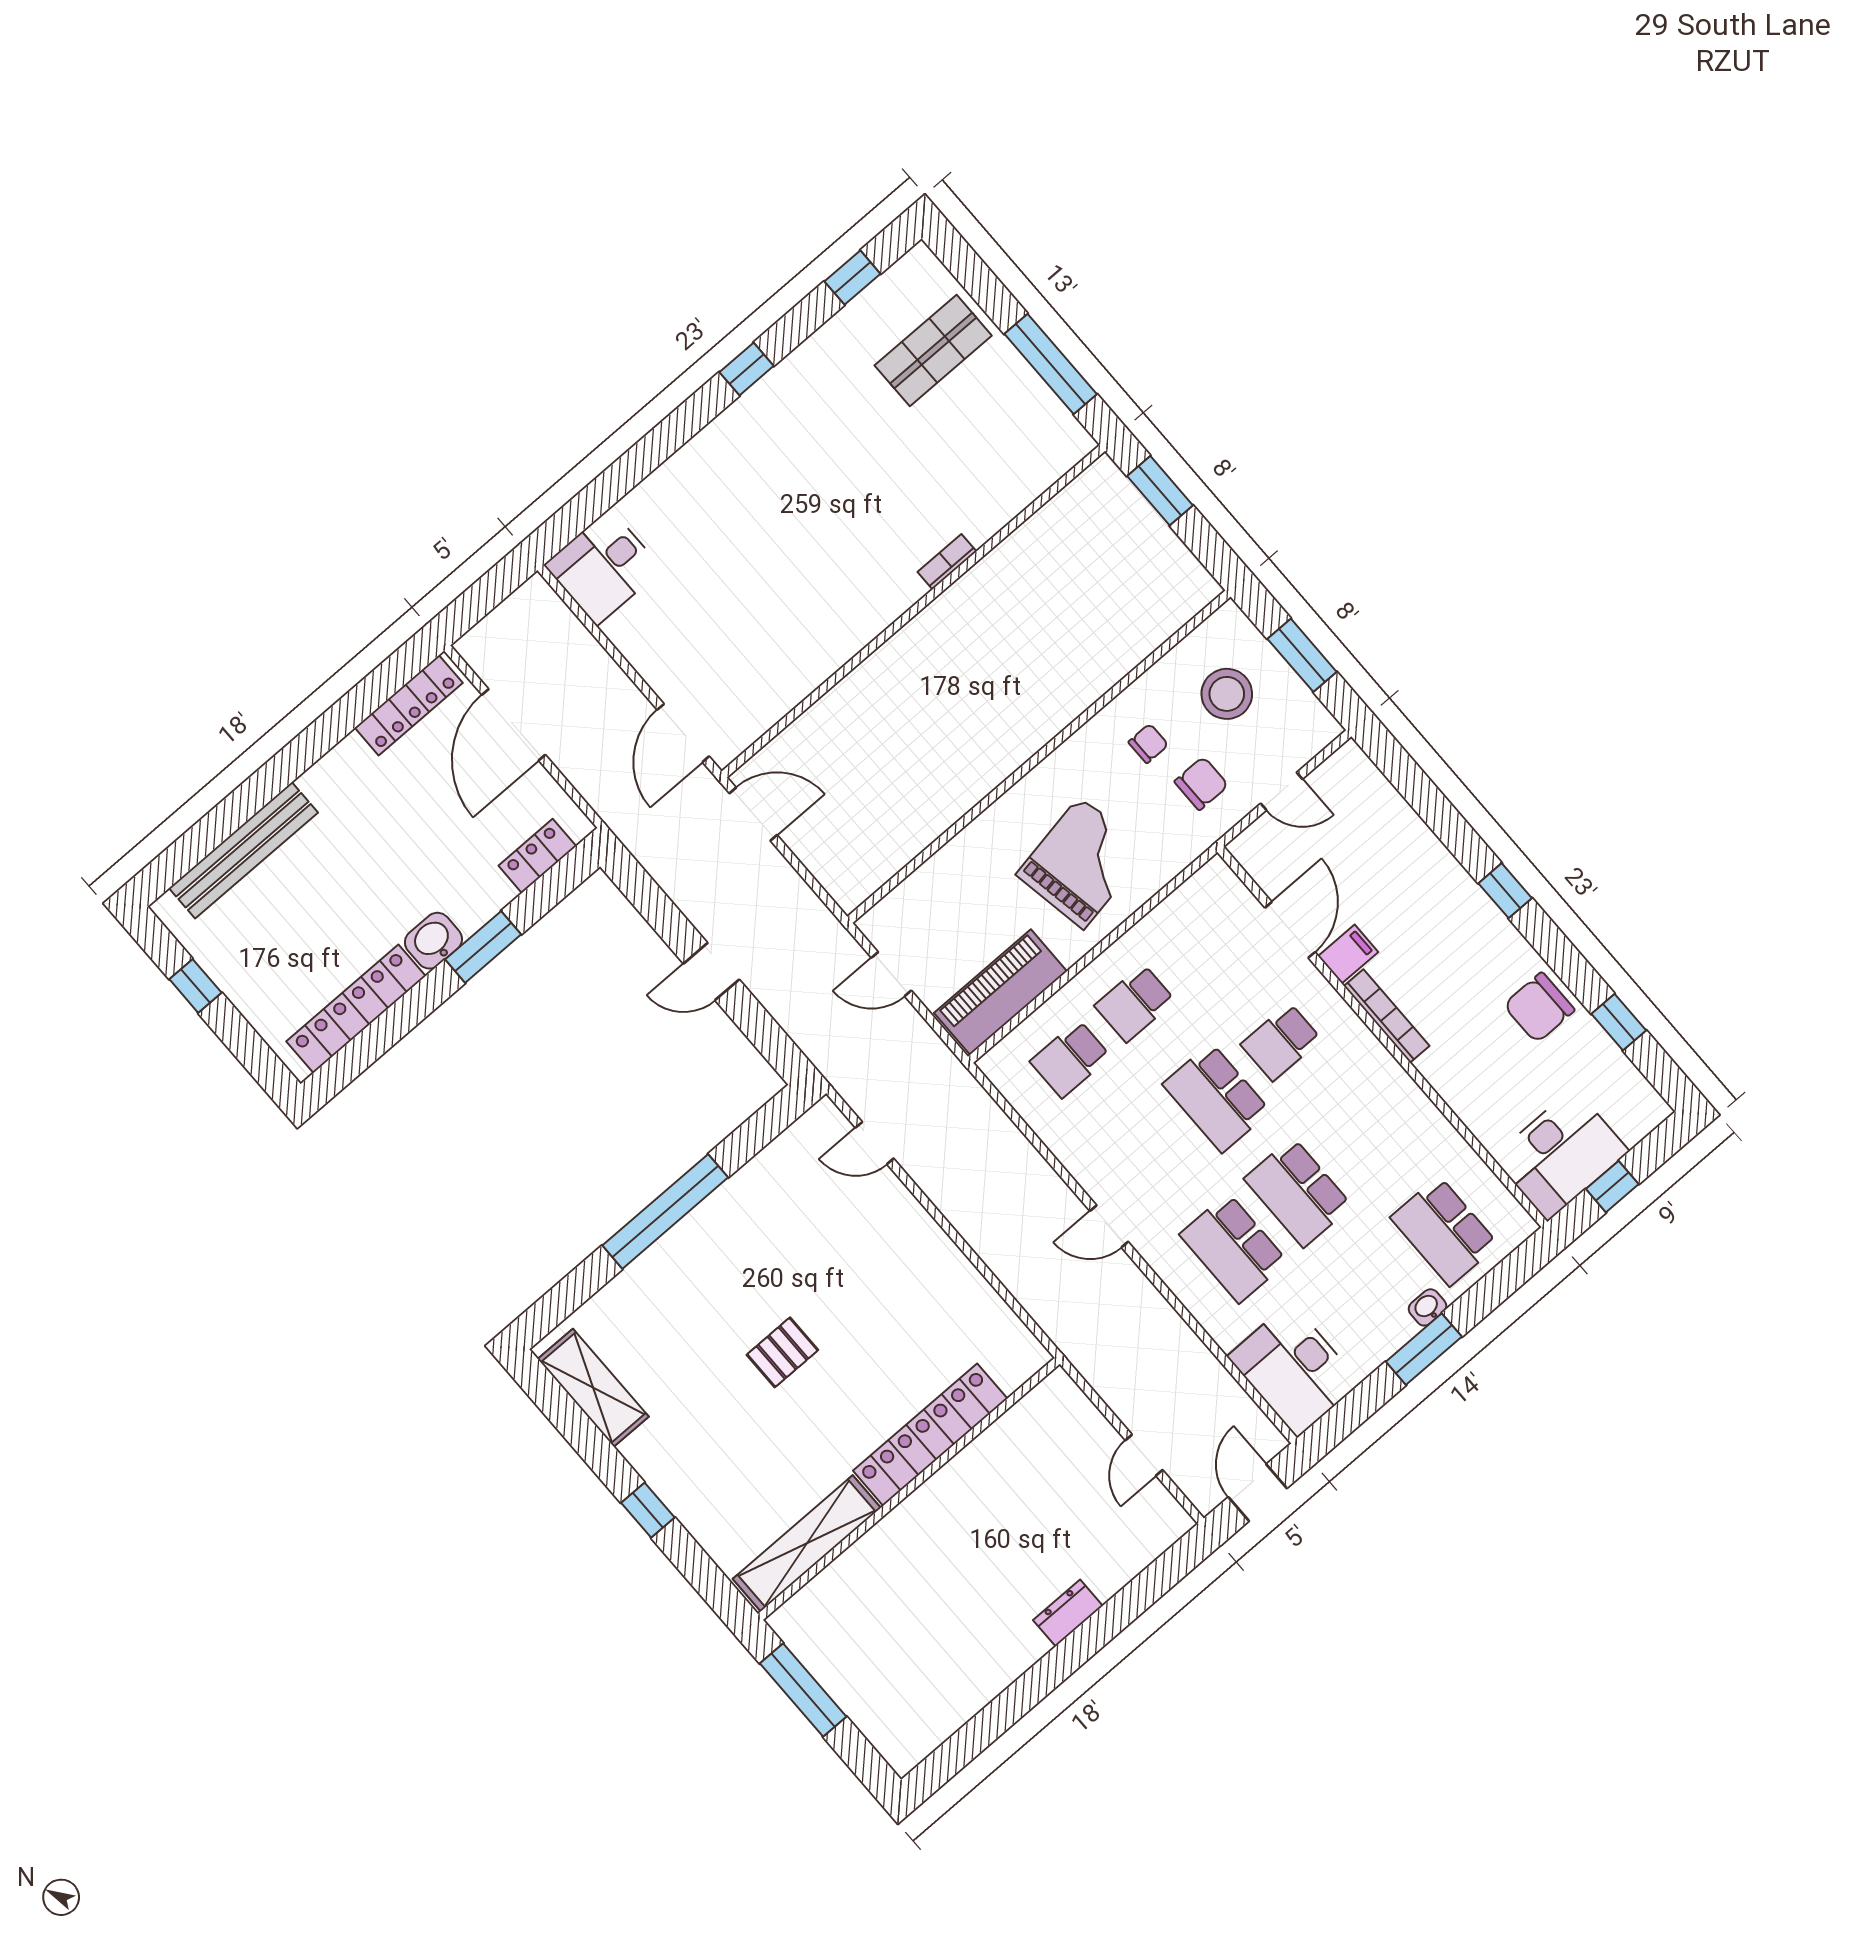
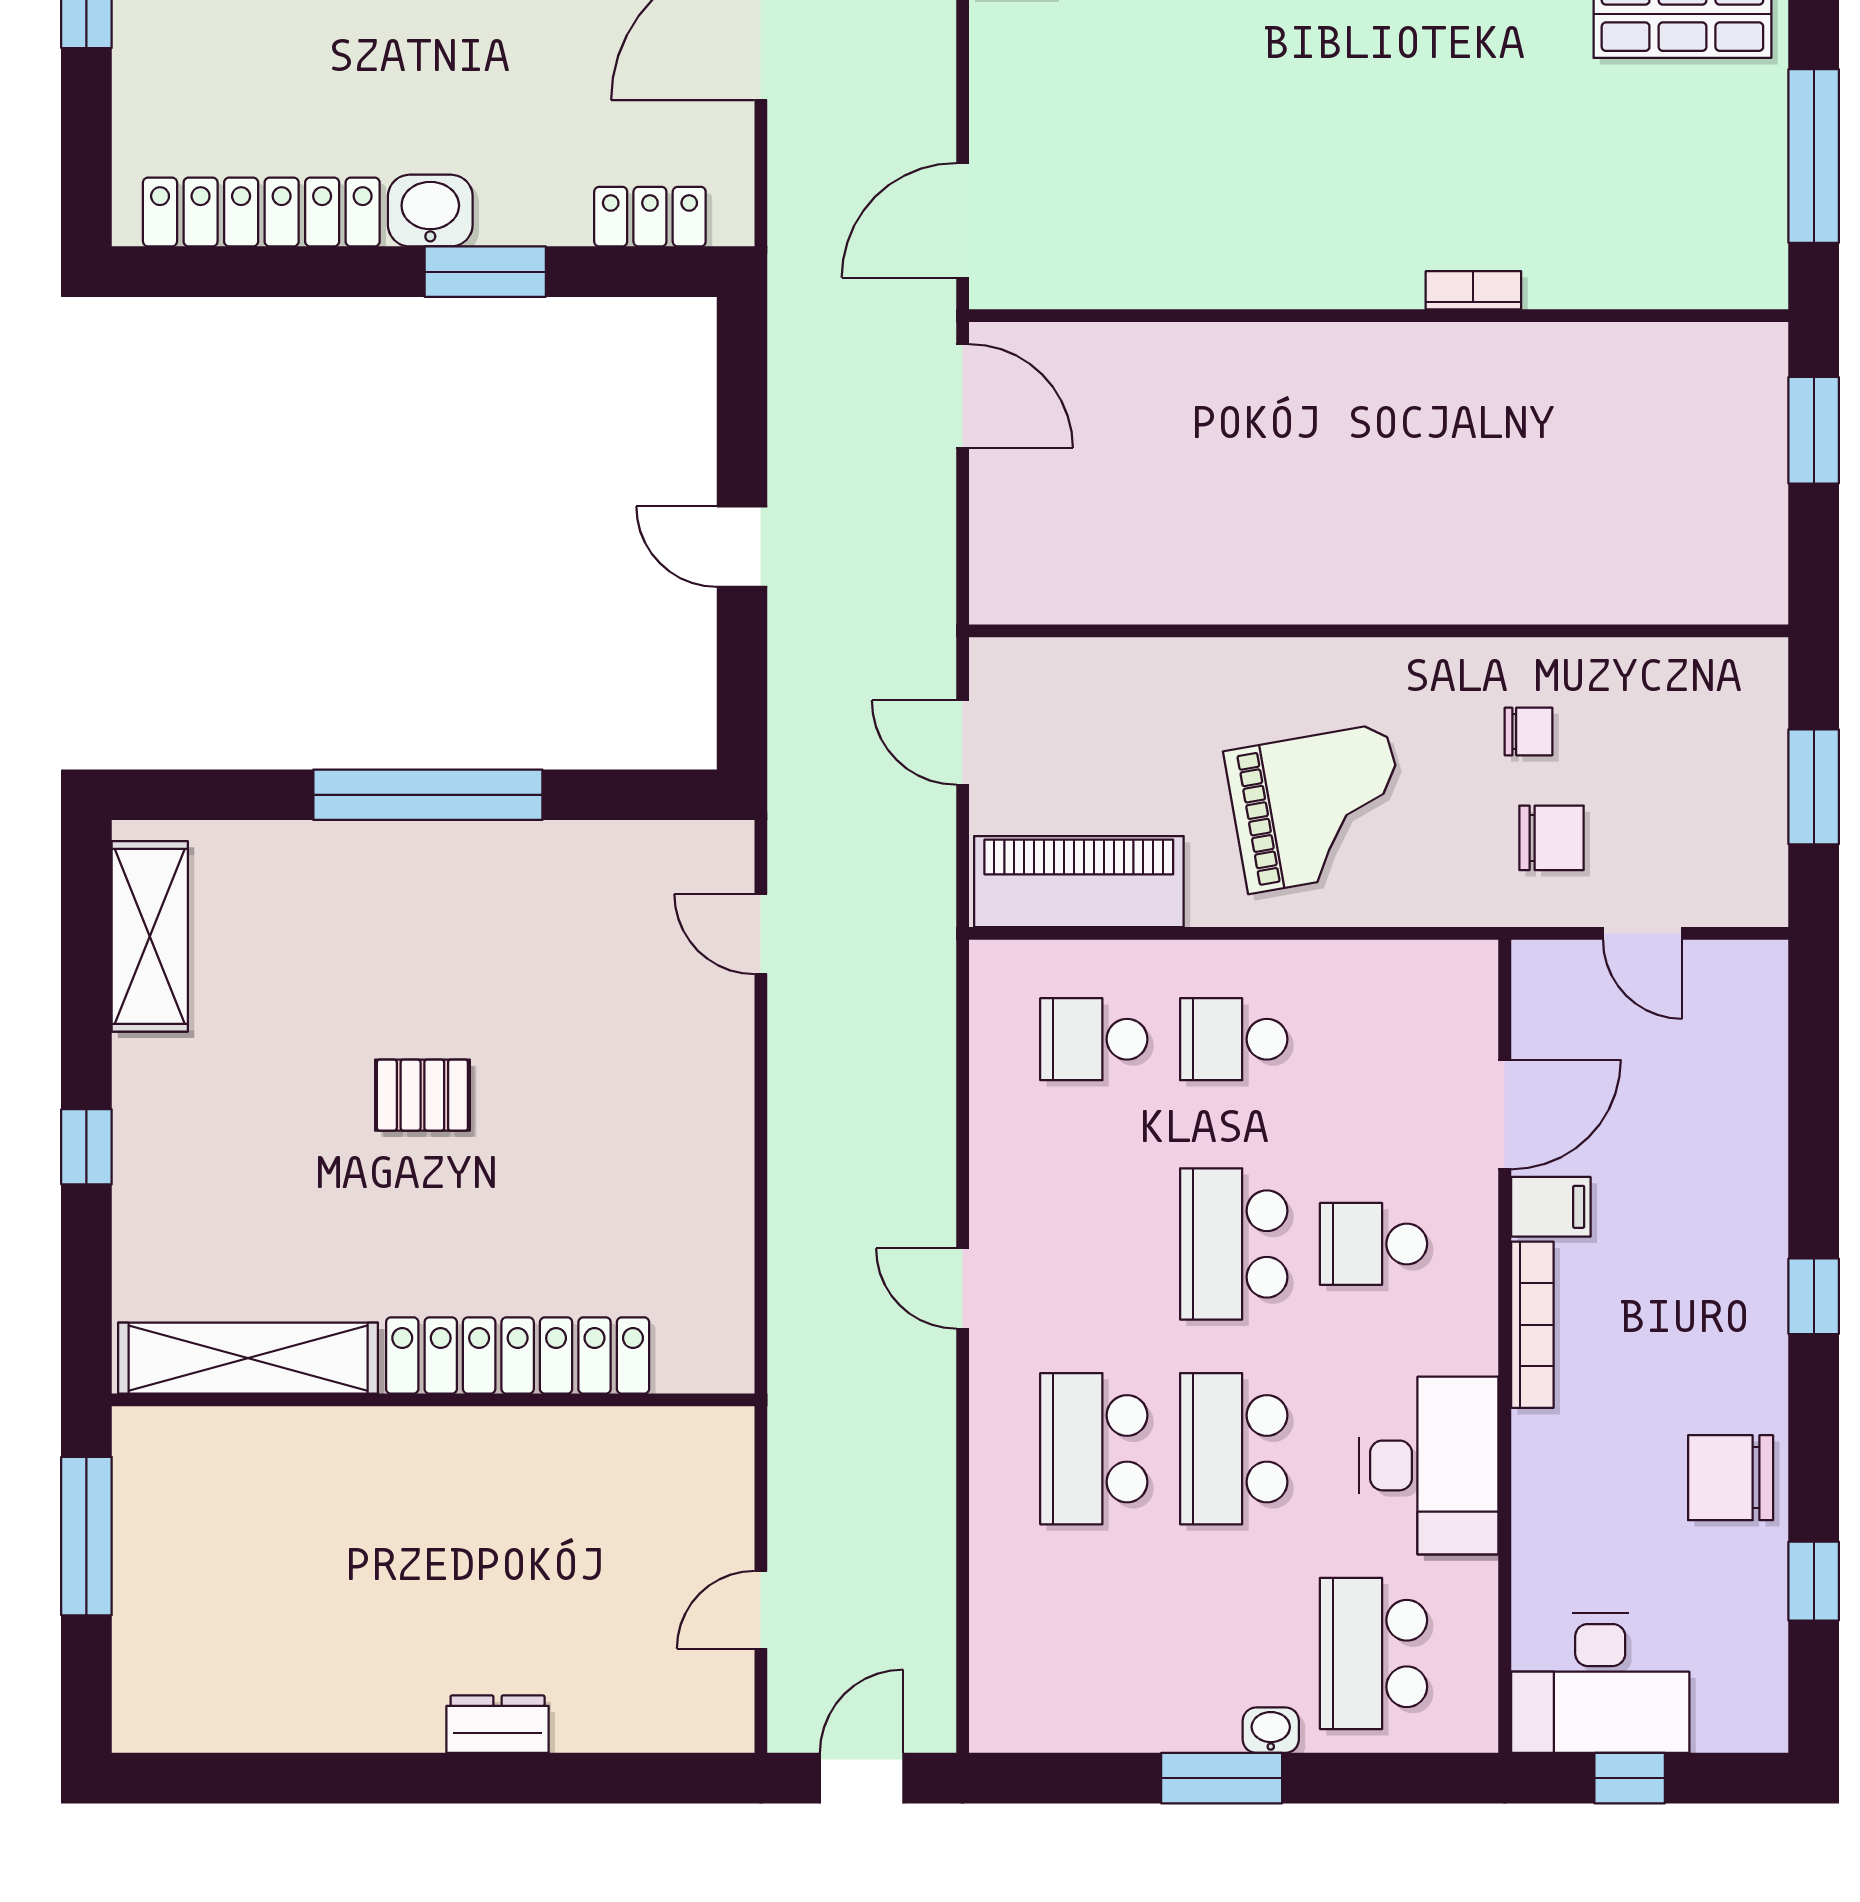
stool: (1227, 694) -> (1679, 754), removed
desk: (1294, 1369) -> (1429, 1465), moved, turned 180

